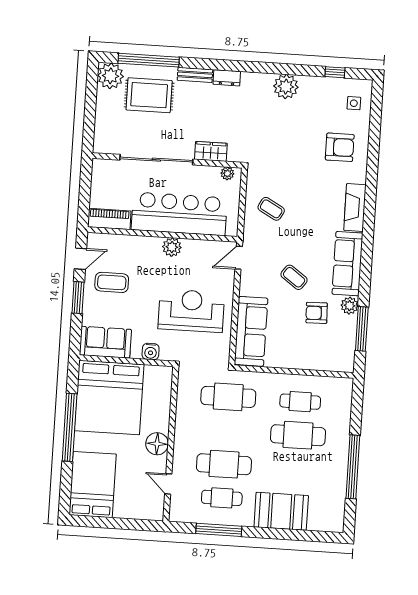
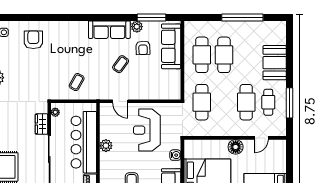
fireplace: (355, 208) -> (72, 27), removed
door: (239, 258) -> (120, 101), moved
sofa: (251, 331) -> (171, 46), moved, turned -90
cafe table: (300, 402) -> (202, 55), width x1.37, depth x1.35

